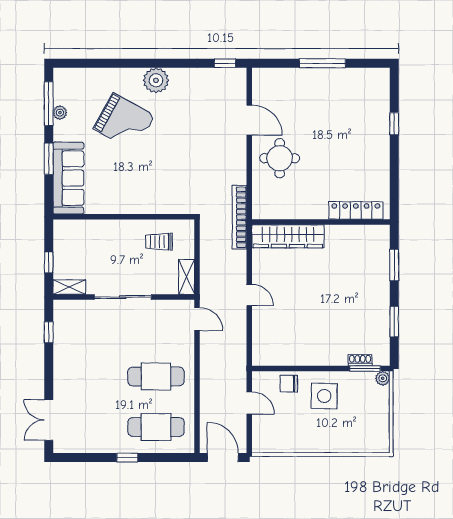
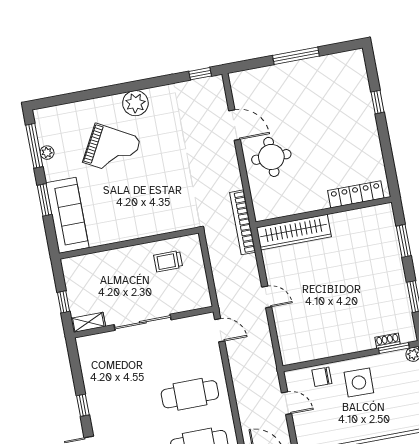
shelving: (187, 277) -> (202, 291), removed
window: (49, 332) -> (83, 405), moved

